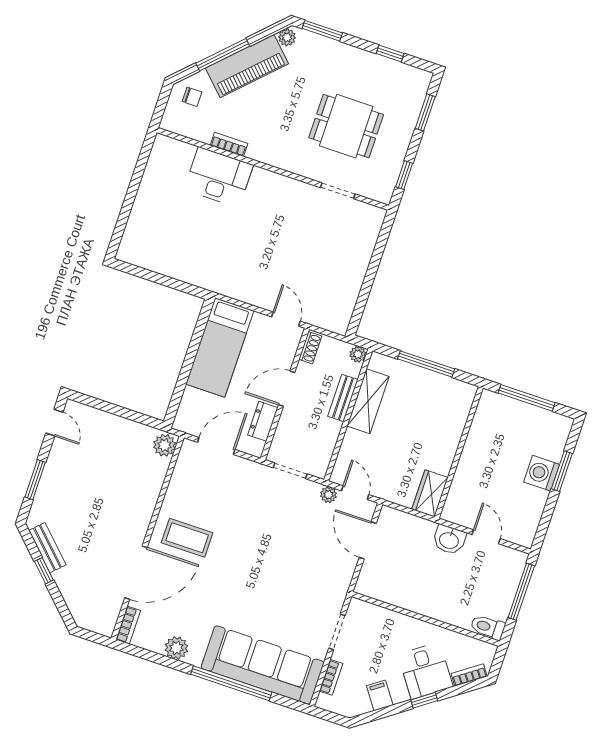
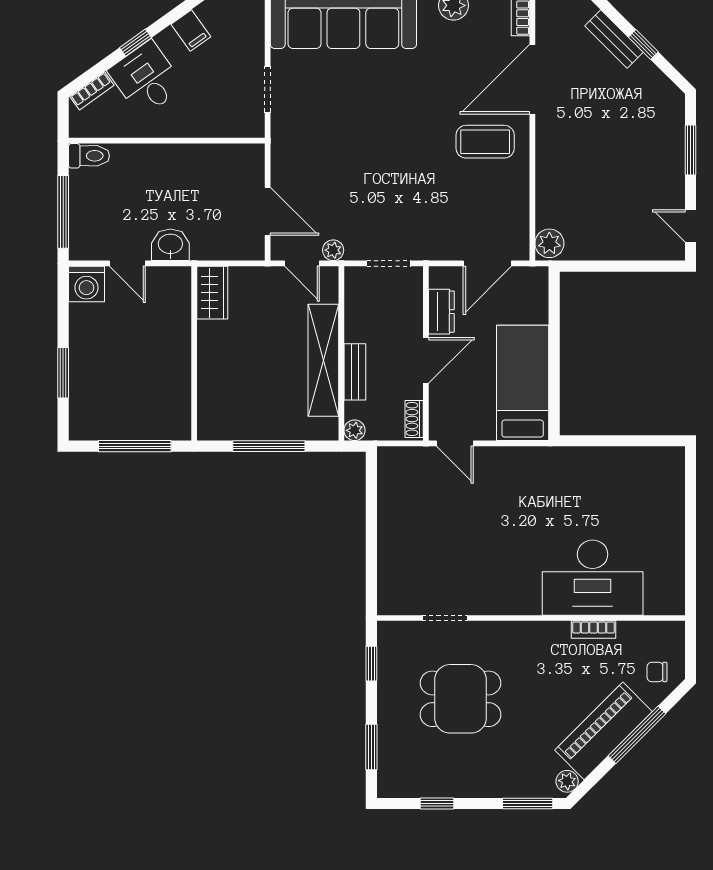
desk: (219, 177) -> (593, 578), width x1.36, depth x1.30
shelving: (368, 401) -> (323, 360), width x1.47
washing machine: (542, 473) -> (86, 284), moved, turned 90
bench: (47, 548) -> (614, 39), moved
bookcase: (331, 677) -> (256, 32), removed

